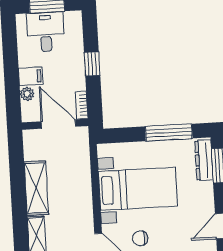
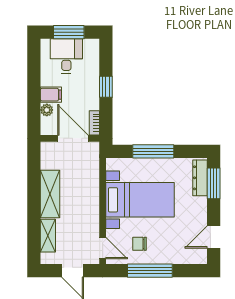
window: (169, 132) -> (153, 151), moved

